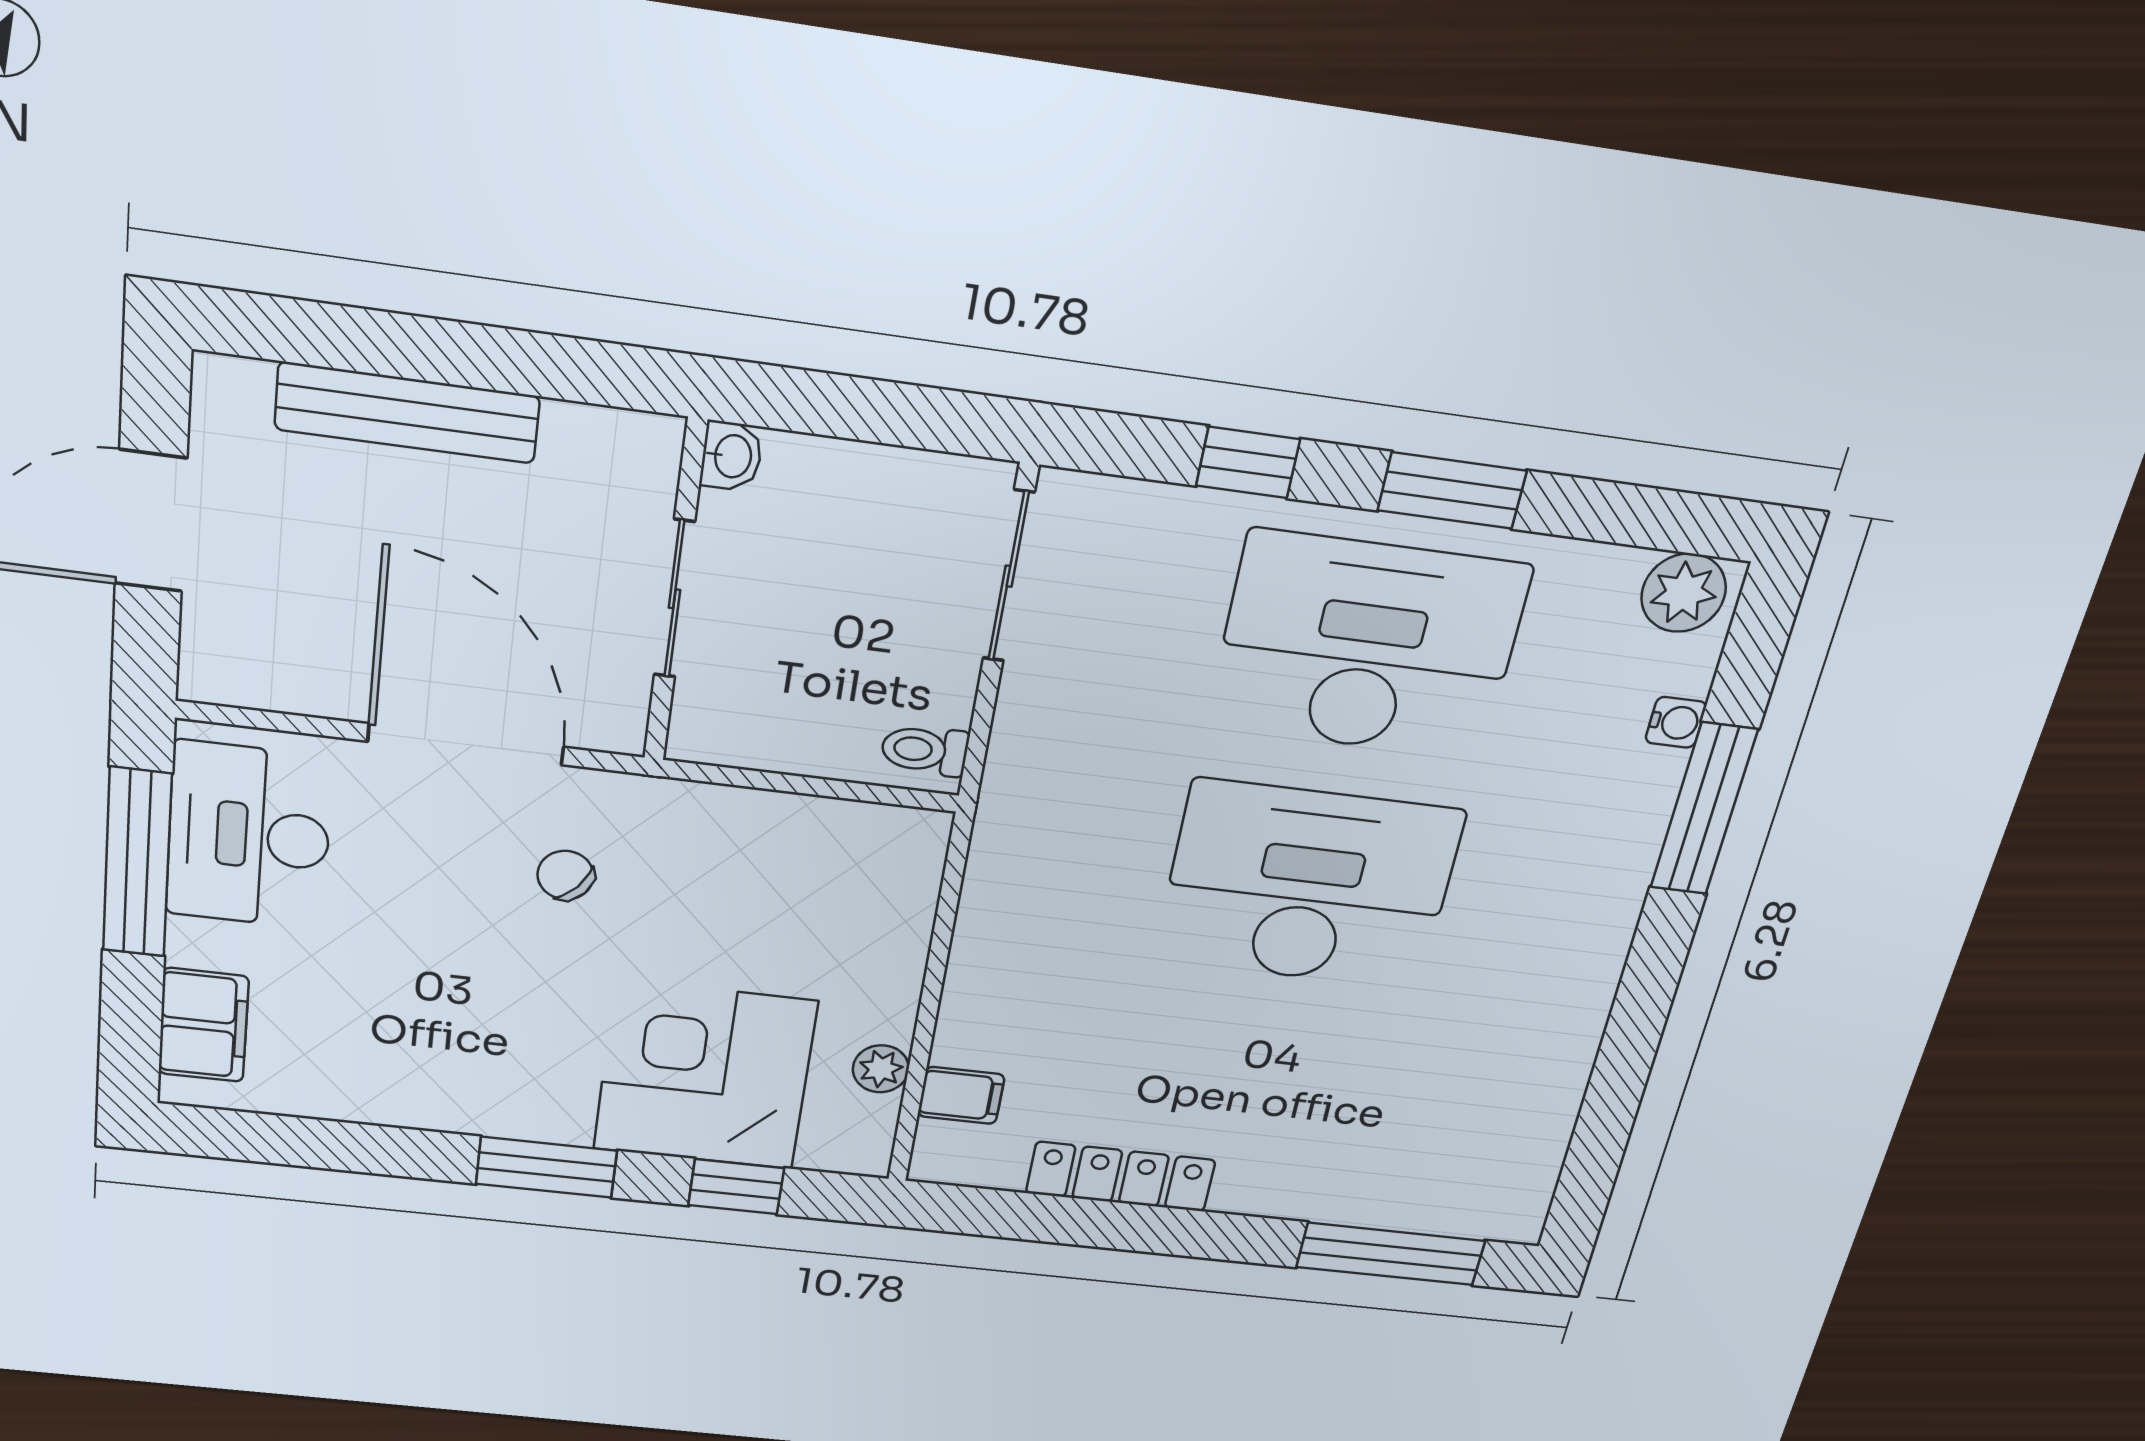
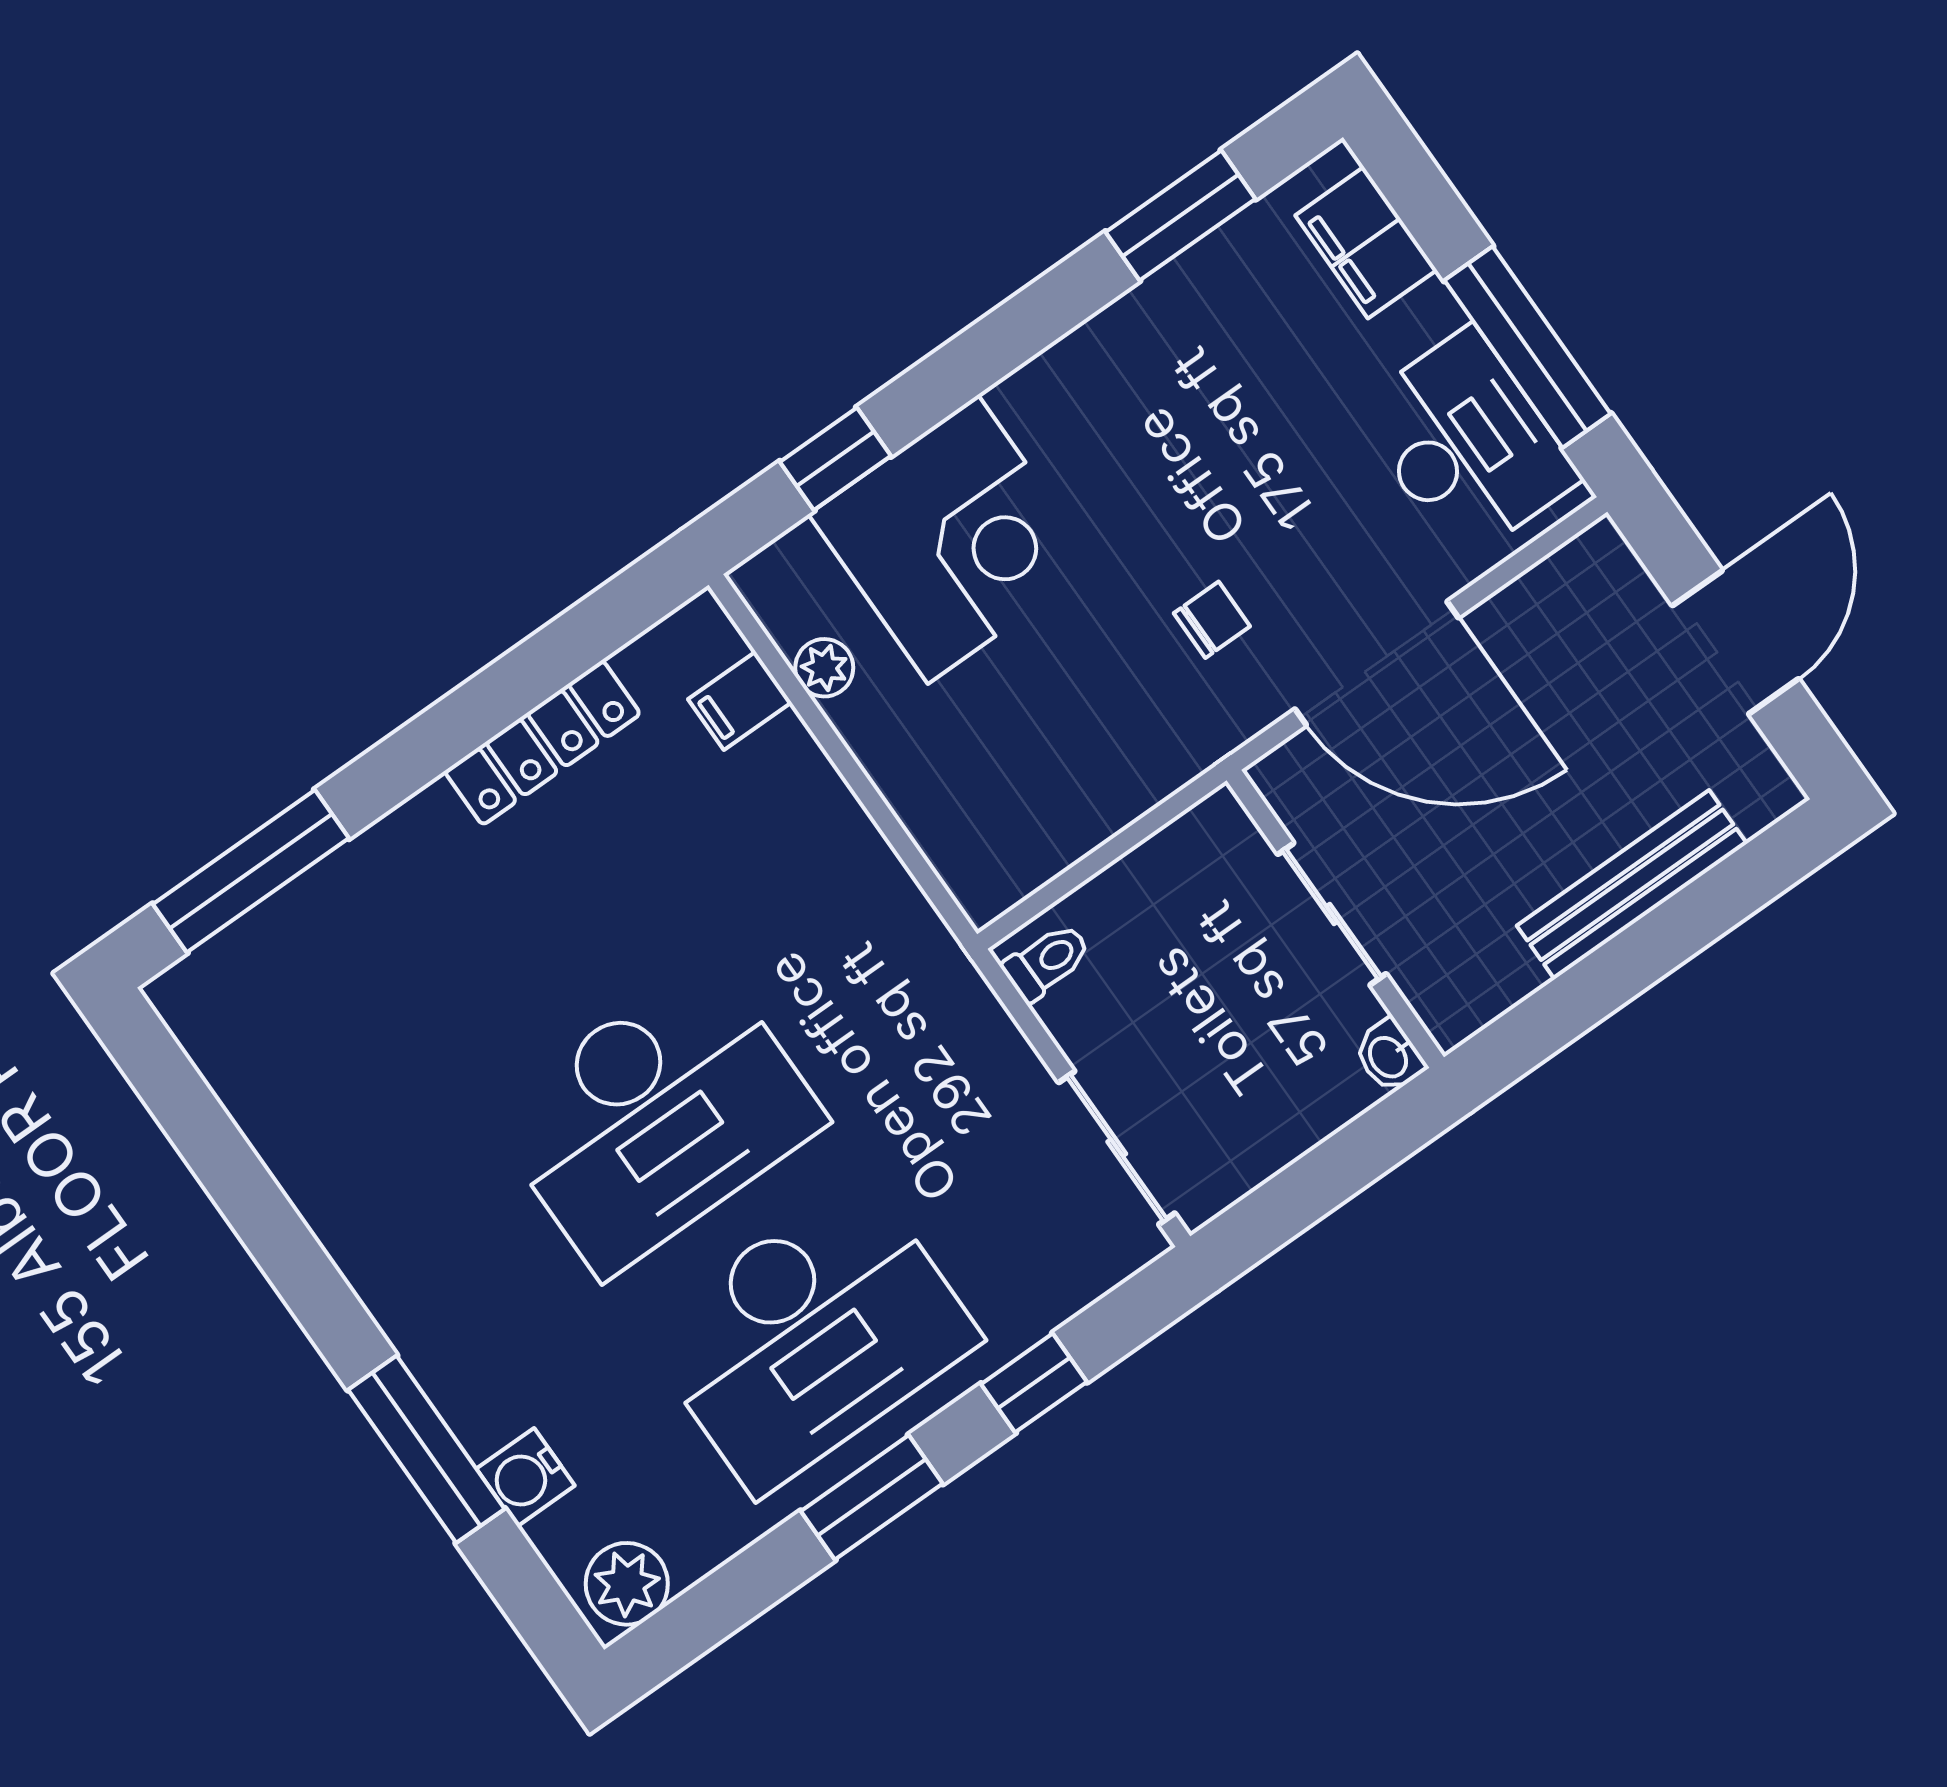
water cooler: (1676, 722) -> (526, 1477), width x1.38, depth x1.38
chair: (566, 875) -> (1212, 620), turned -40
window: (546, 1167) -> (1180, 215), moved

